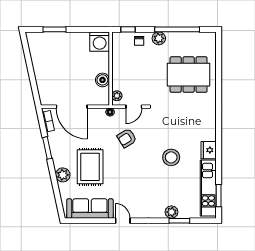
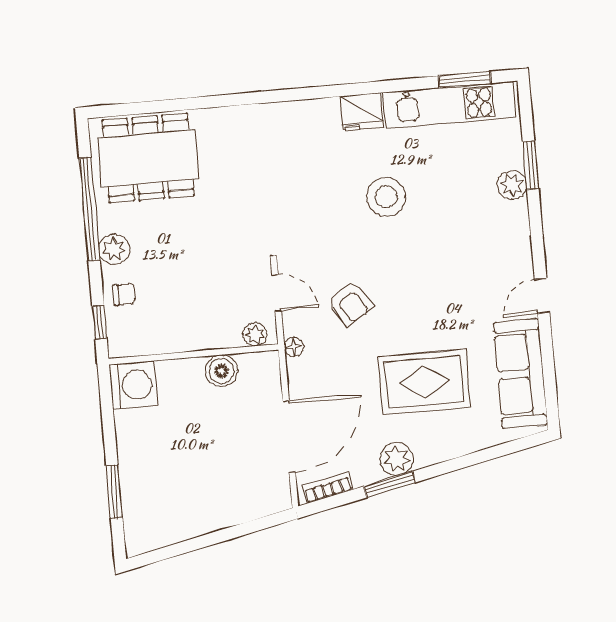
dining table: (189, 75) -> (148, 158), moved, turned 90
plant: (63, 175) -> (397, 459), moved

